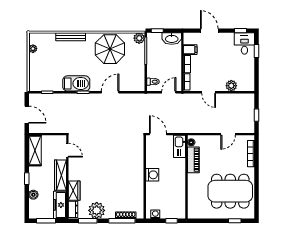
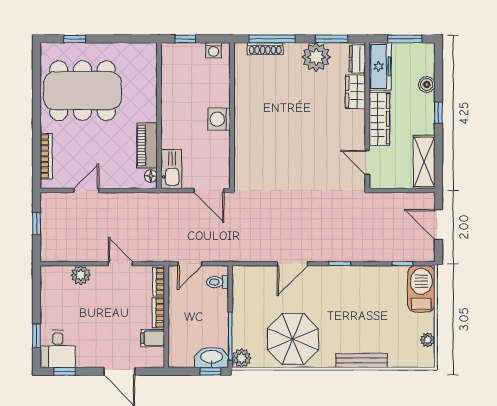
washbasin: (172, 39) -> (211, 357), moved
barbecue: (76, 83) -> (421, 289), moved, turned 90

